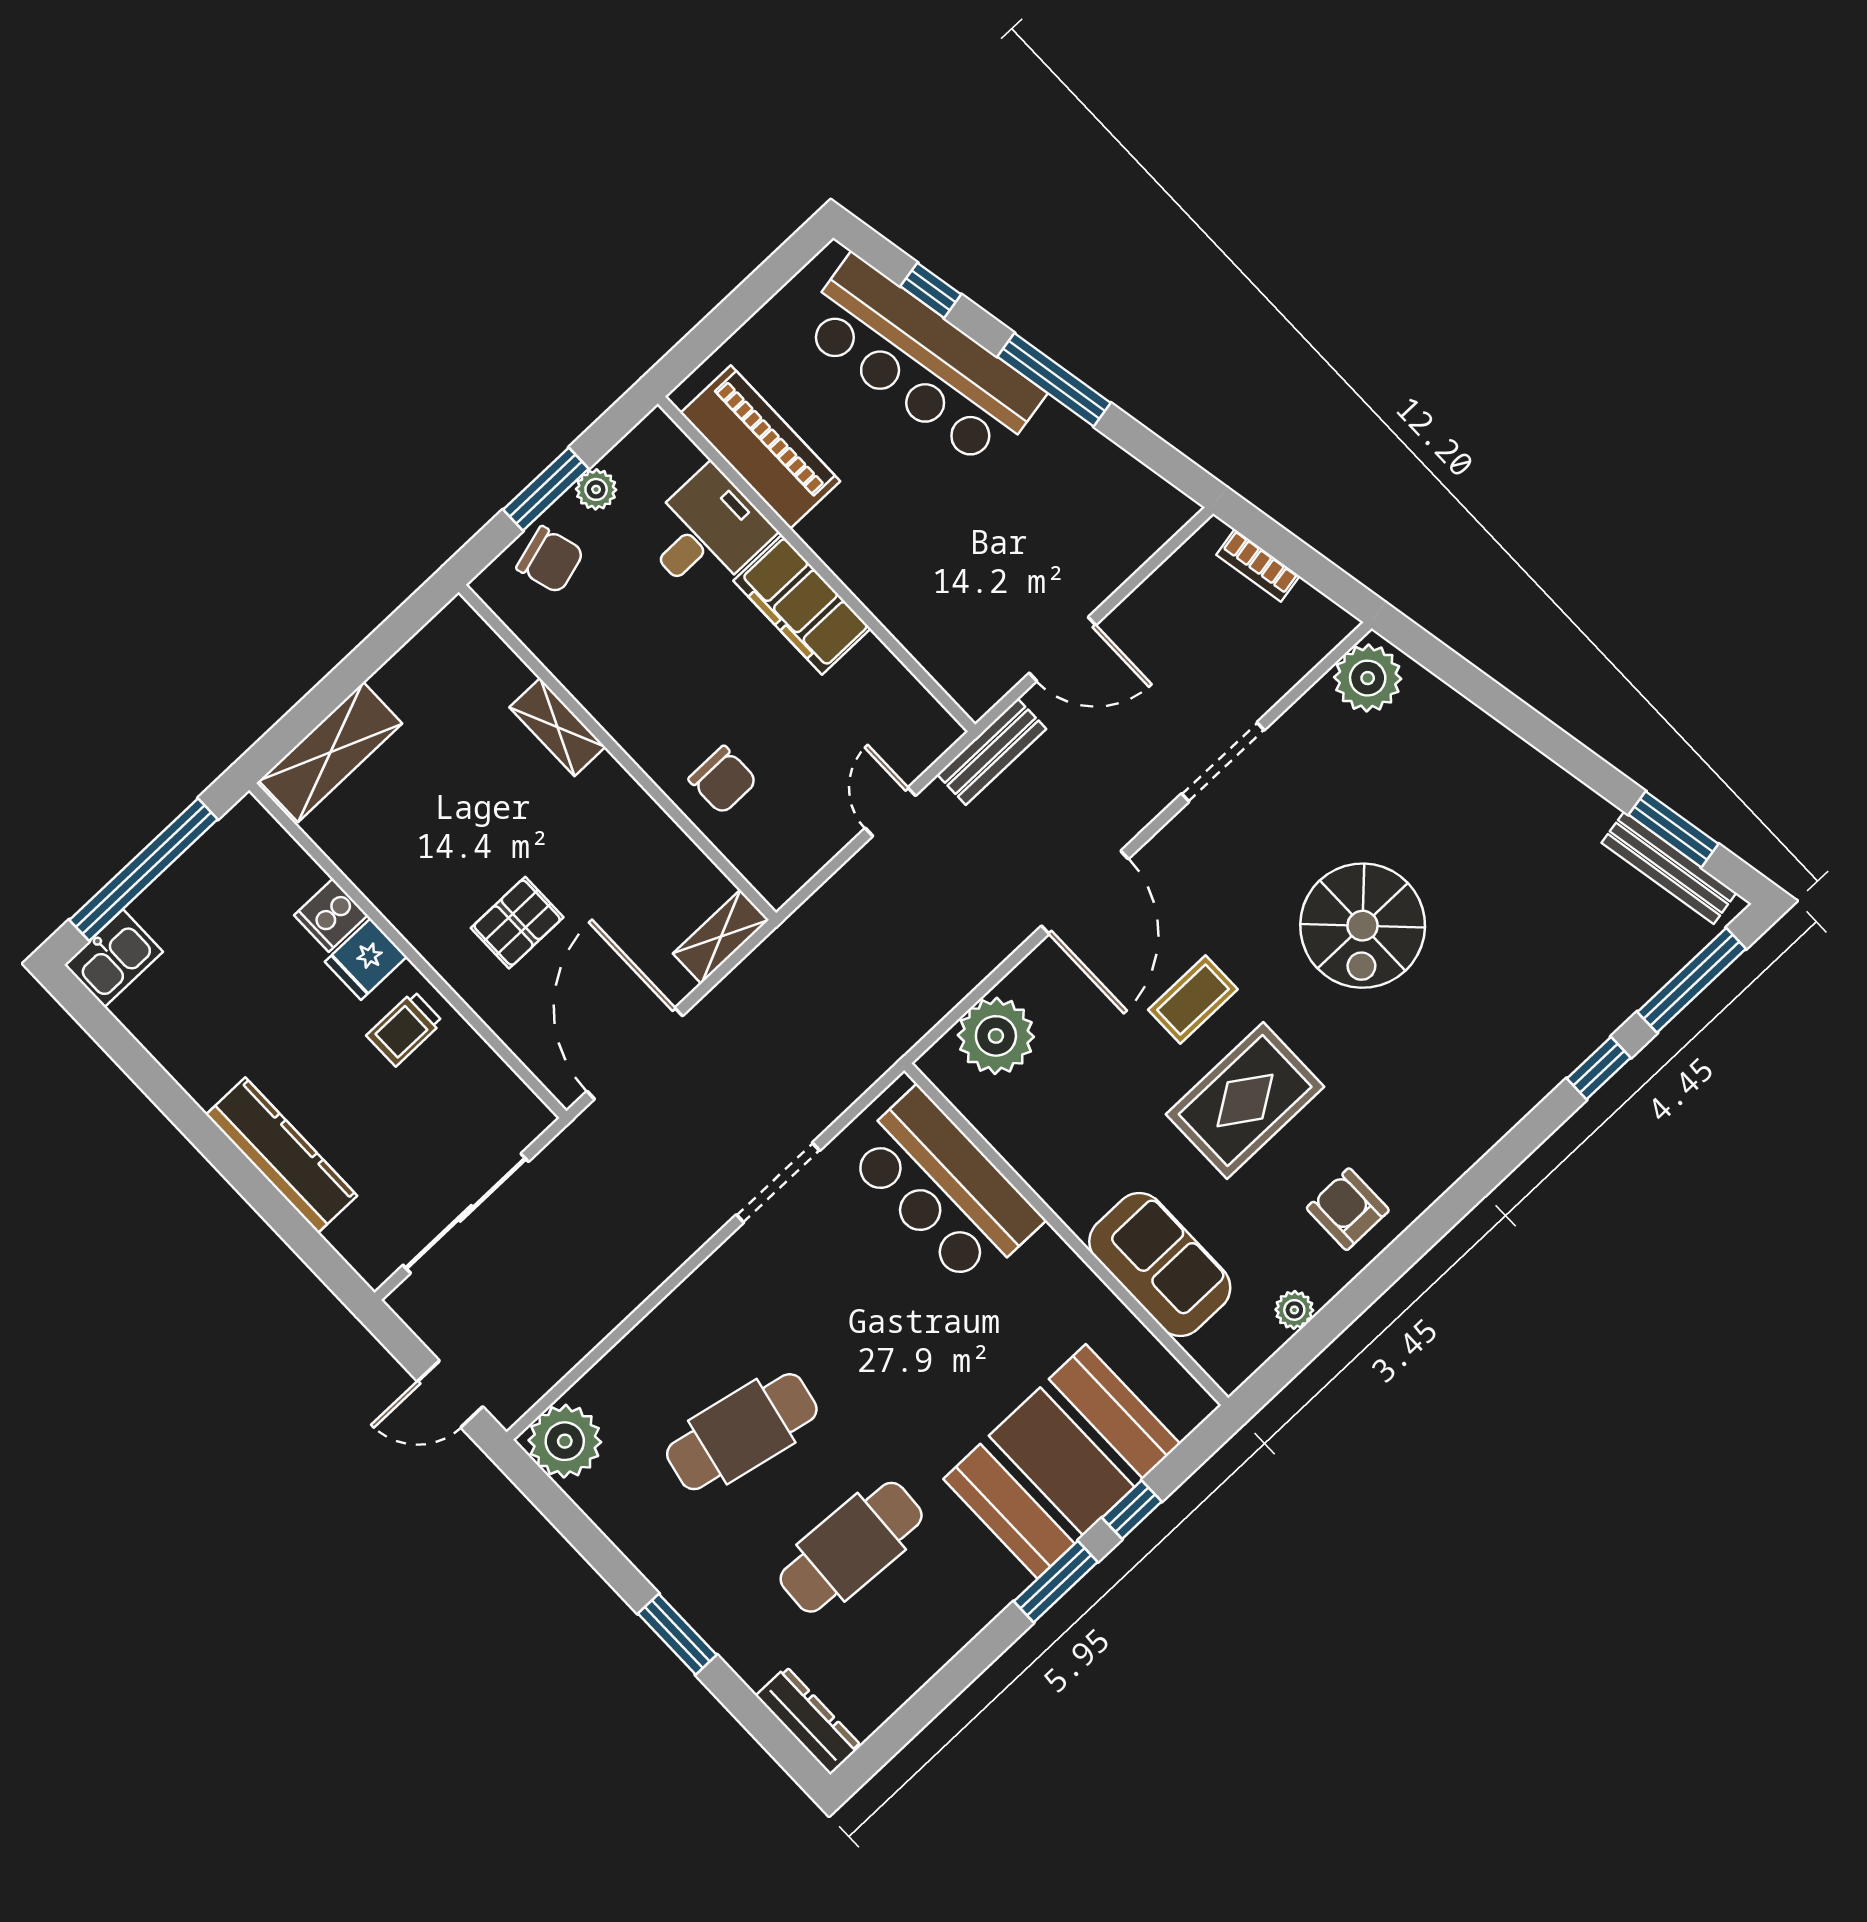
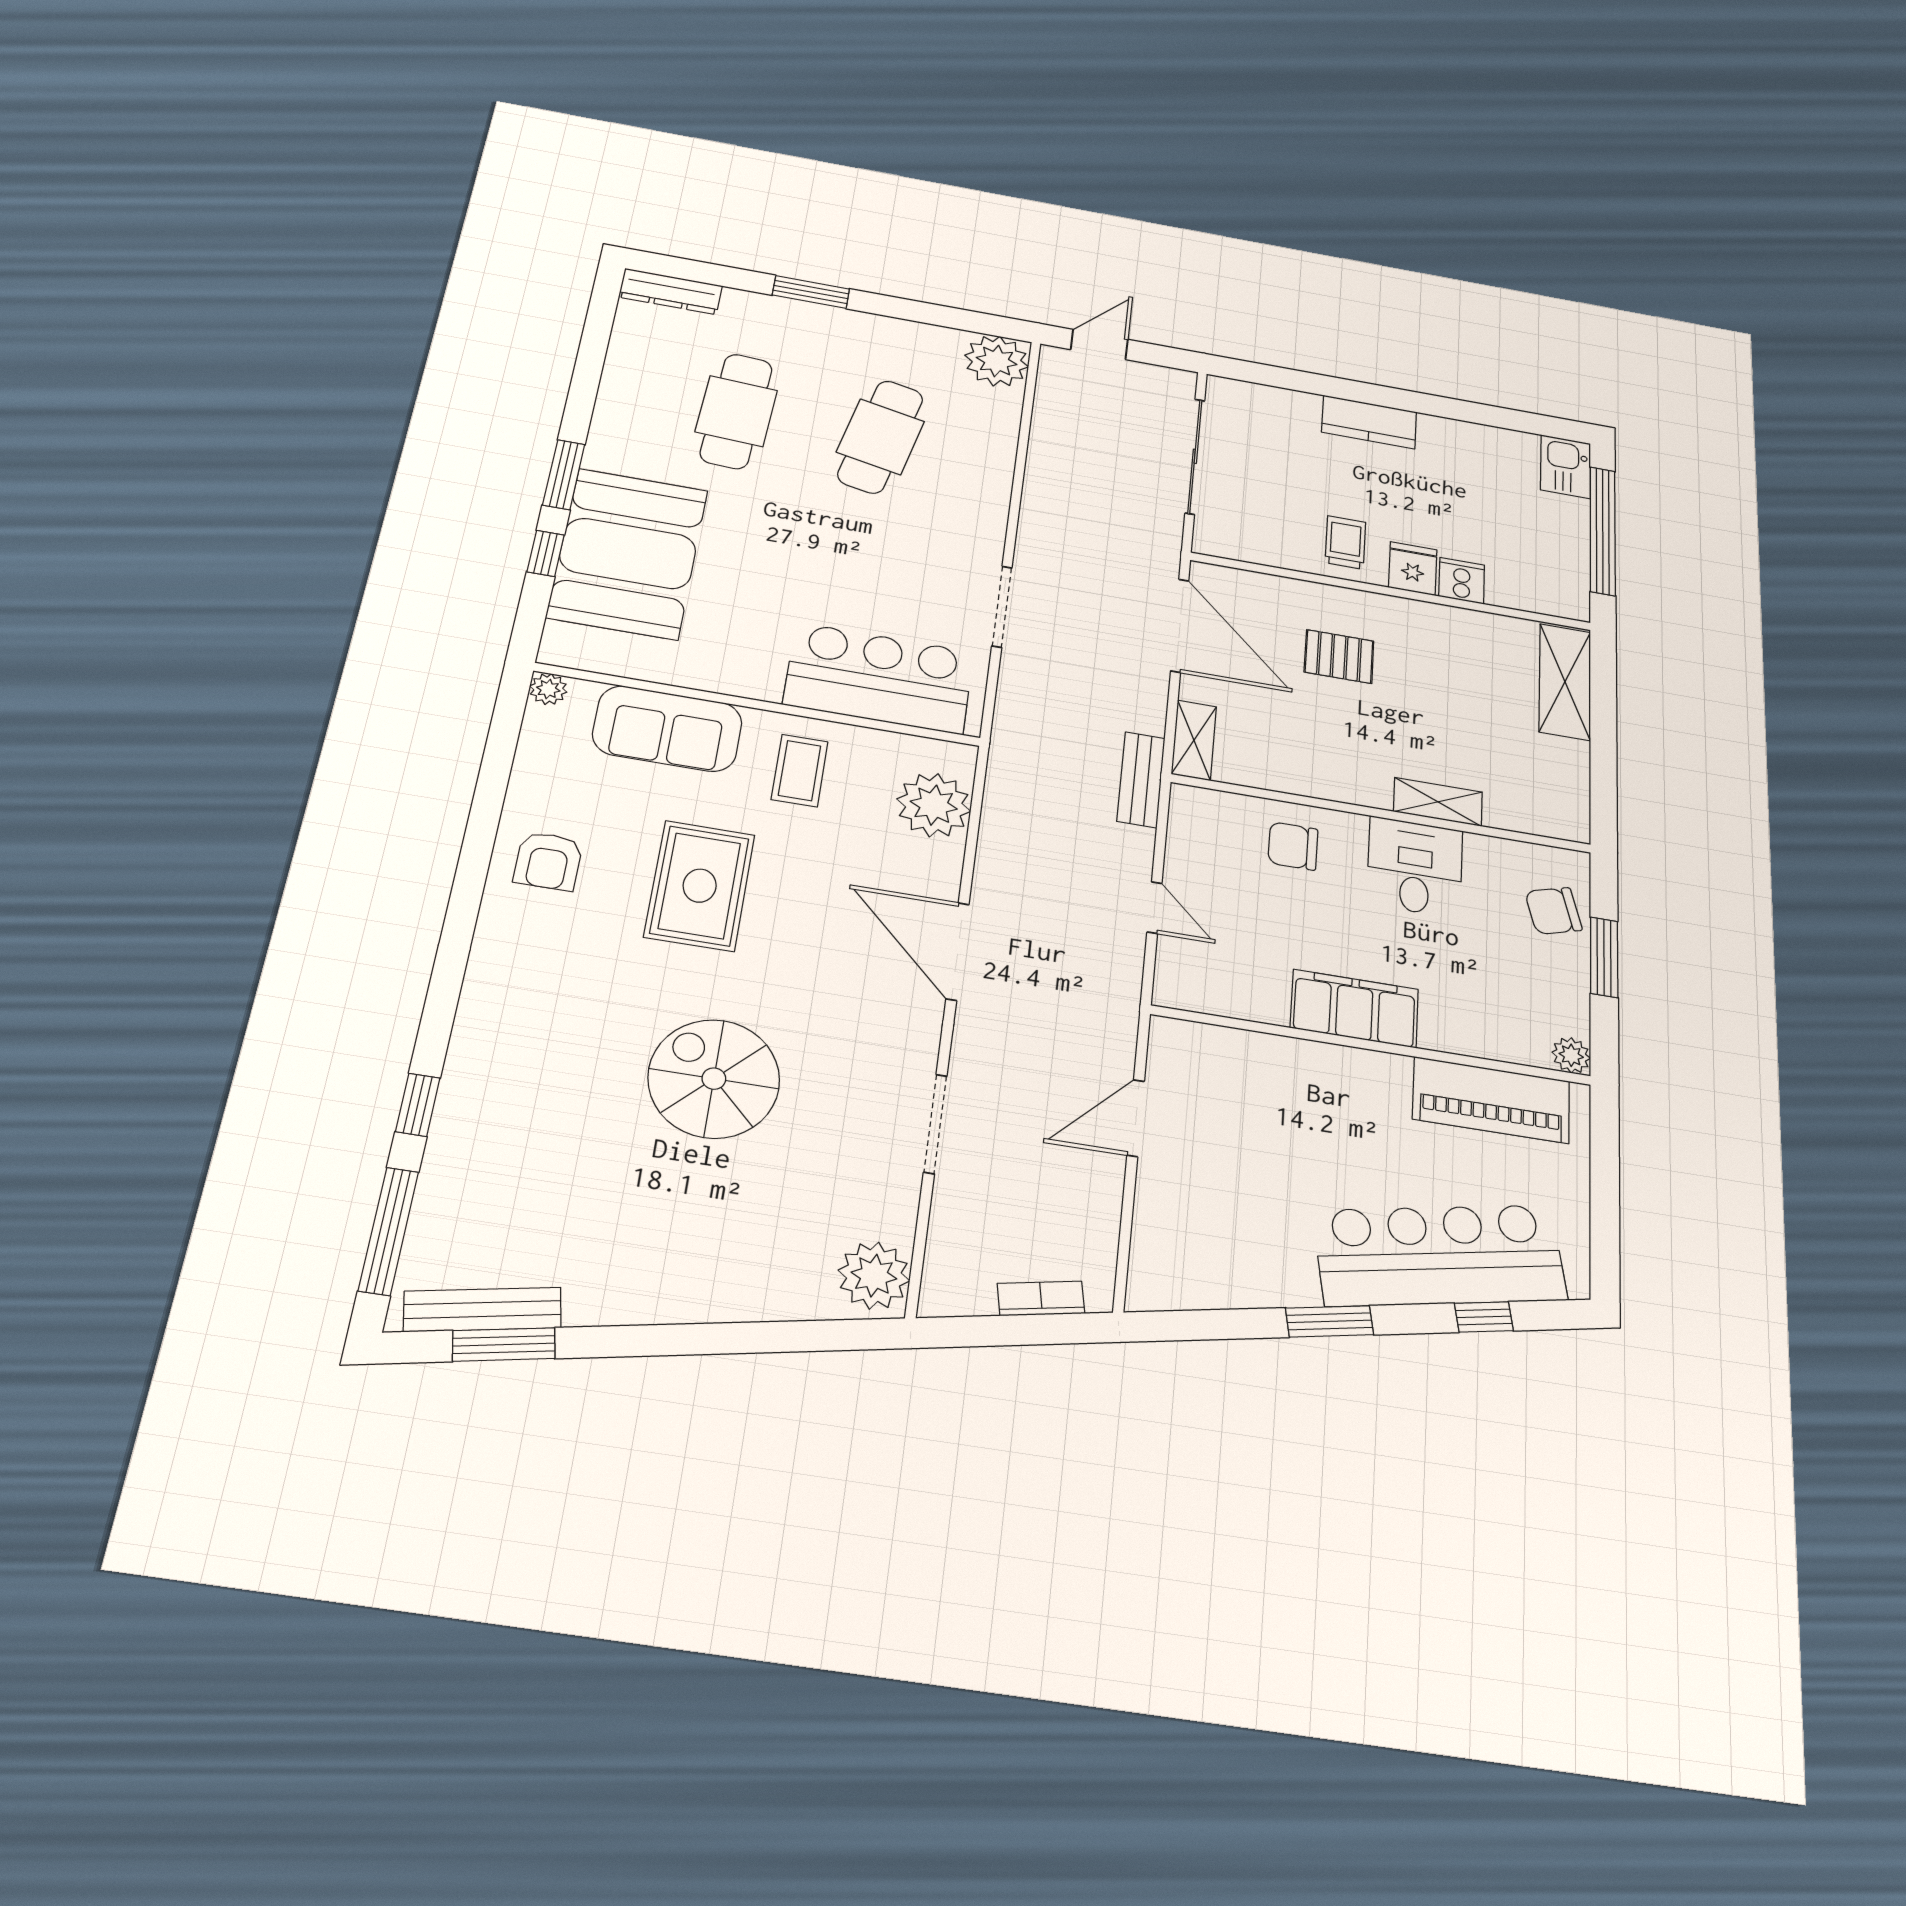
window: (1054, 380) -> (1330, 1321), width x0.69
plant: (596, 489) -> (1571, 1055), moved
desk: (706, 533) -> (1415, 867), moved, turned 180
bench: (992, 752) -> (1141, 780), moved
pallet: (517, 923) -> (1339, 657), turned 90
coffee table: (1193, 1000) -> (800, 771), moved
kitchen counter: (282, 1155) -> (1369, 422), width x0.67
armchair: (1348, 1209) -> (548, 861), turned 90
plant: (1294, 1310) -> (548, 689), moved

